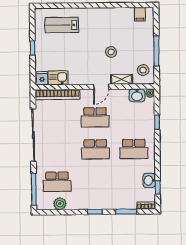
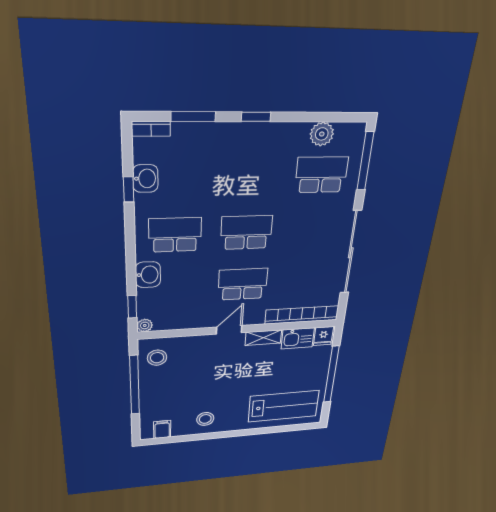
lab bench: (62, 25) -> (284, 406), width x1.36, depth x1.39
window: (33, 48) -> (331, 374), width x3.17
window: (156, 51) -> (135, 385), width x1.46
stool: (111, 52) -> (205, 419), moved
shelving: (121, 79) -> (263, 338), moved
washbasin: (137, 95) -> (148, 275), moved, turned 90
window: (157, 122) -> (132, 307), moved
window: (158, 187) -> (129, 189), moved

